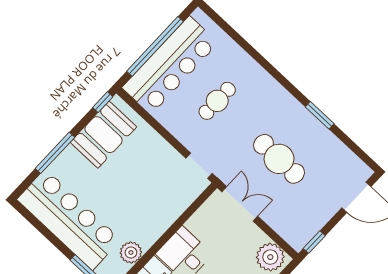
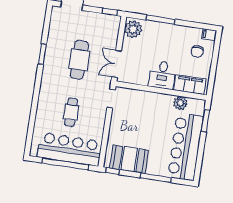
cafe table: (217, 101) -> (71, 112), turned 90

